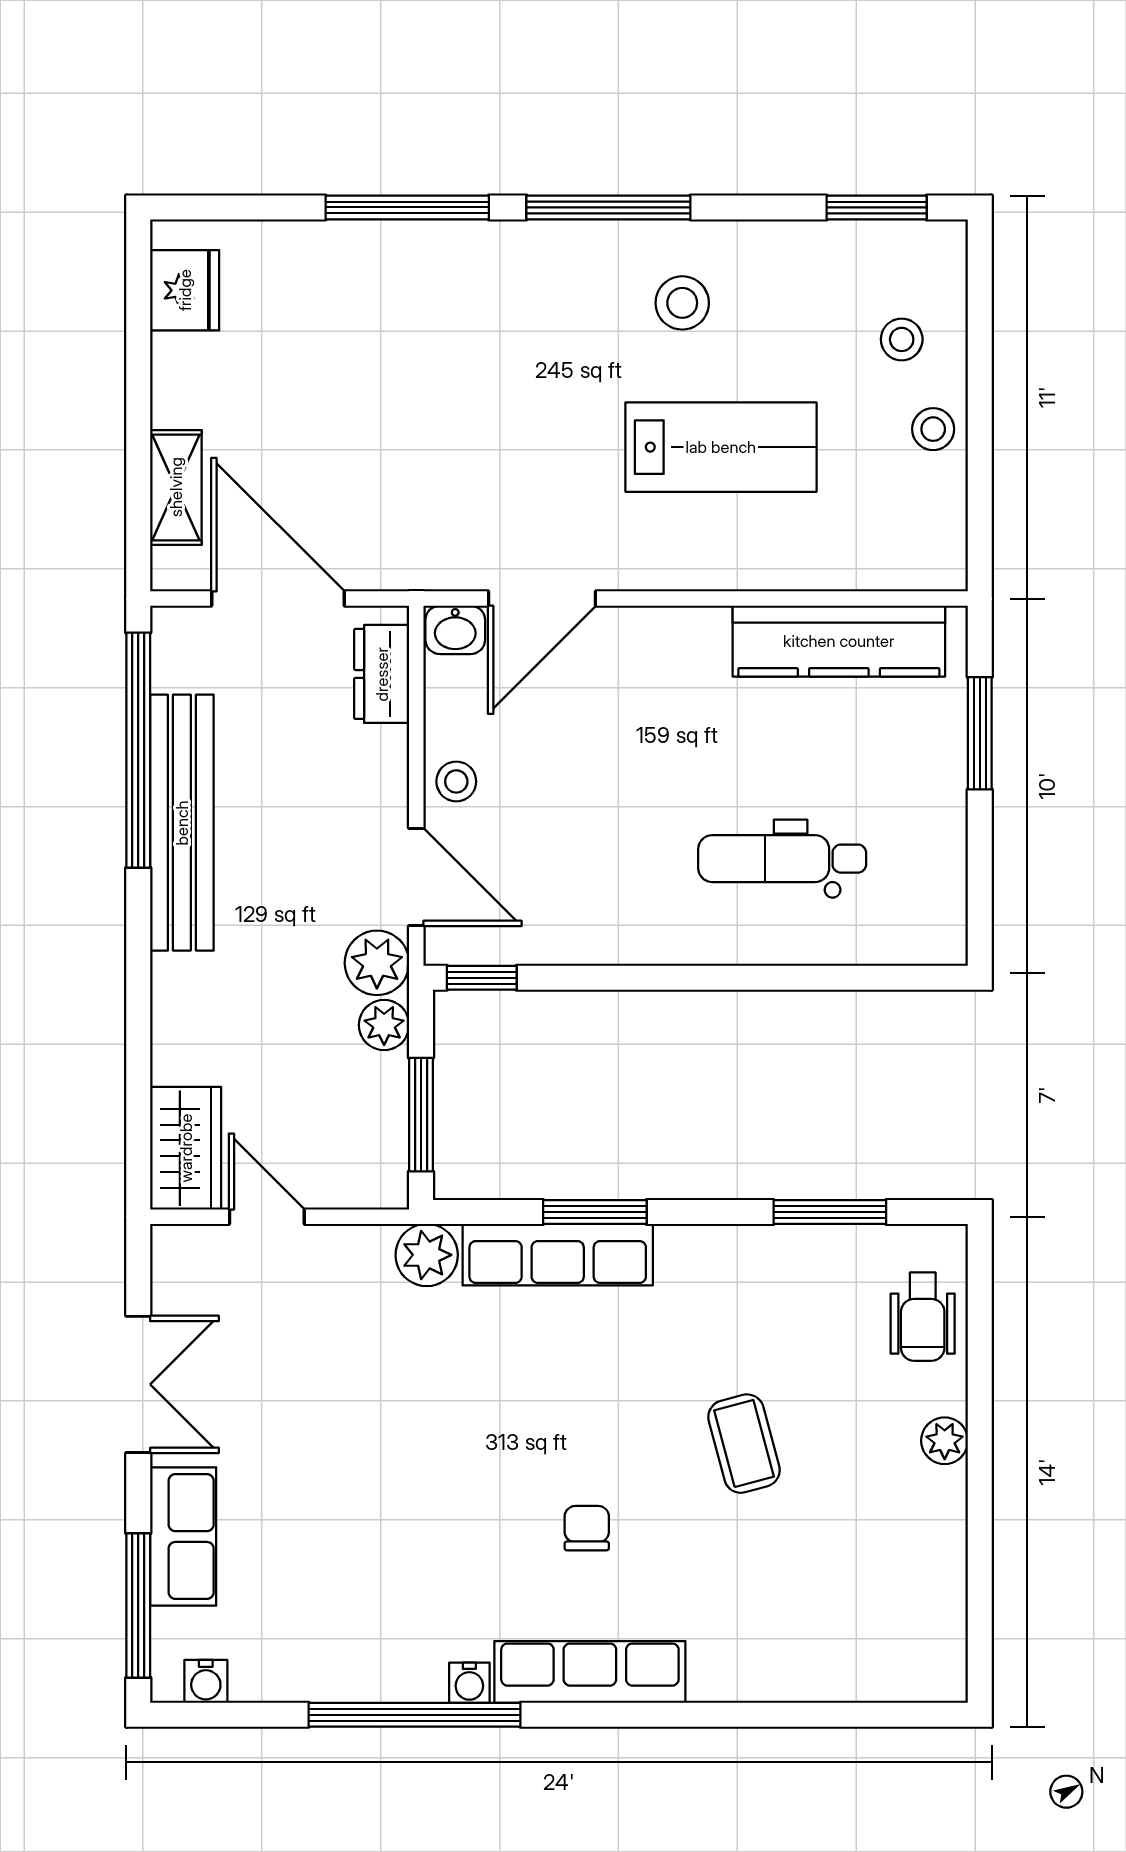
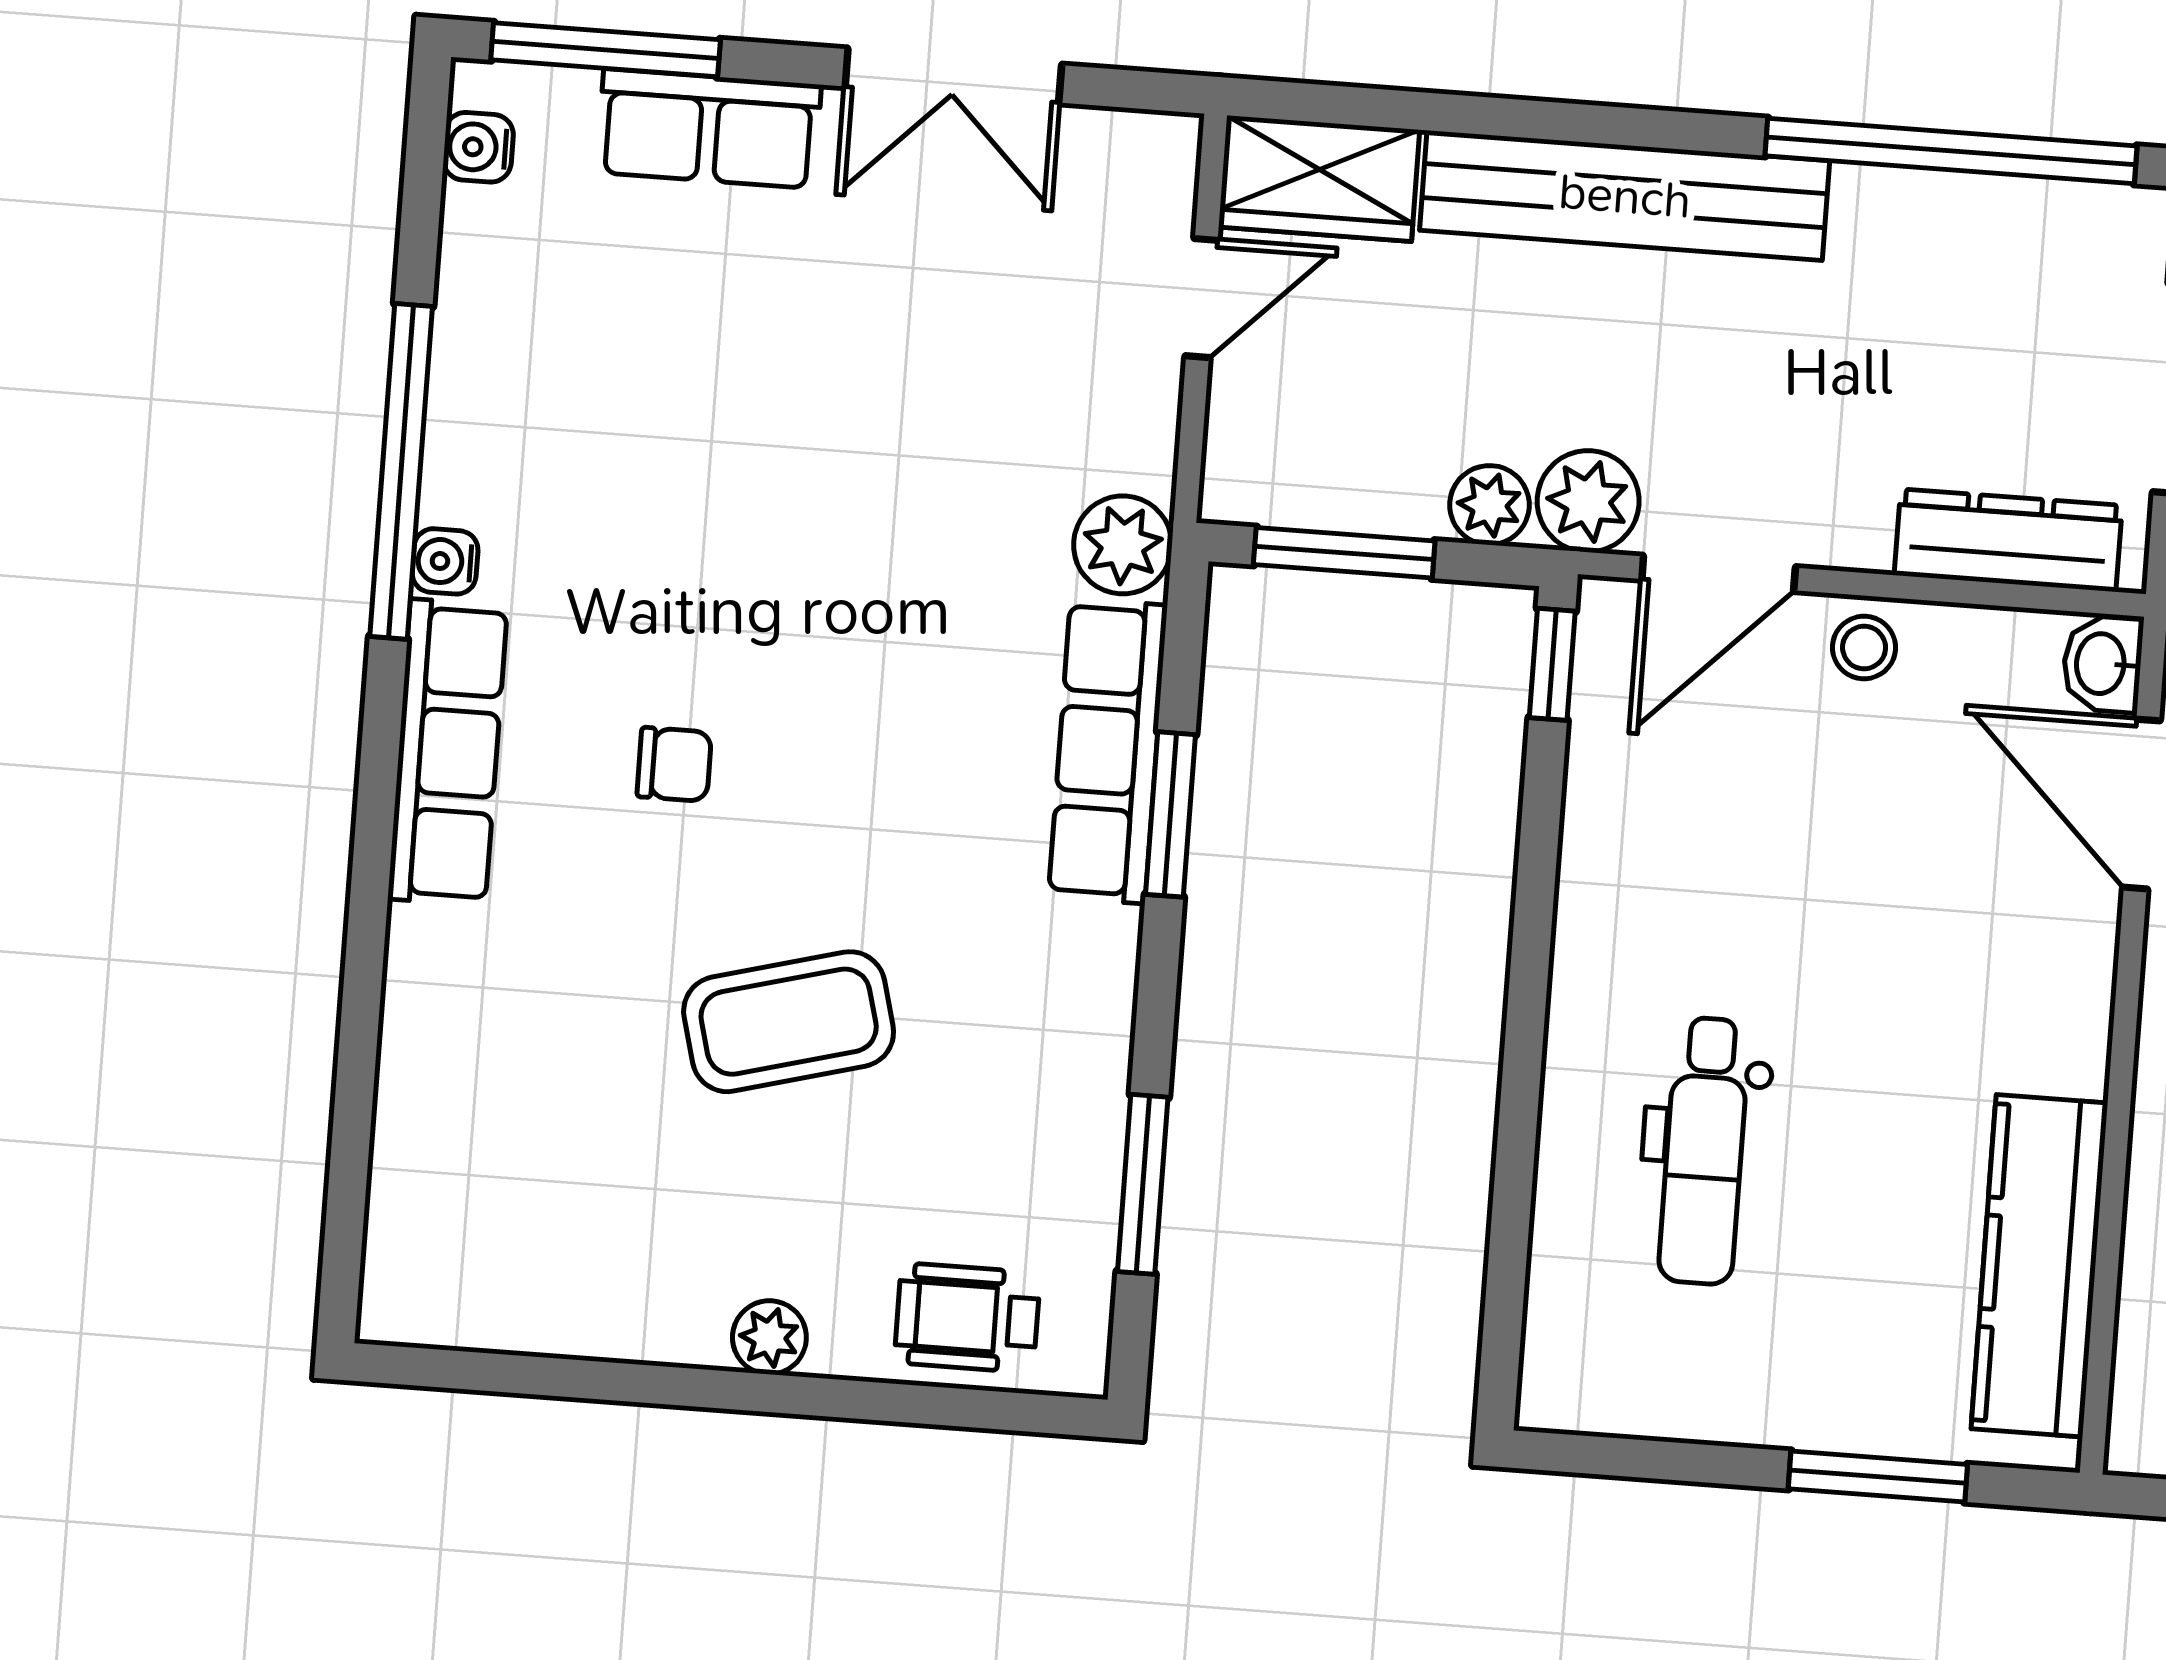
dresser: (382, 674) -> (2008, 540), width x1.44
bench: (182, 823) -> (1625, 196), moved
dental chair: (782, 859) -> (1704, 1151), turned 180
coffee table: (744, 1444) -> (789, 1022), width x1.36, depth x1.30

